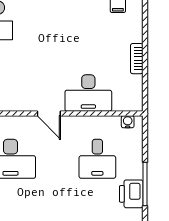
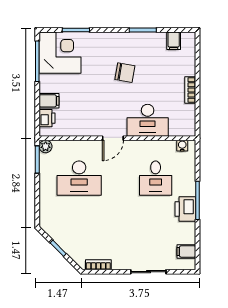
chair: (63, 39) -> (125, 73), added
door: (49, 113) -> (113, 138), hinge flipped

